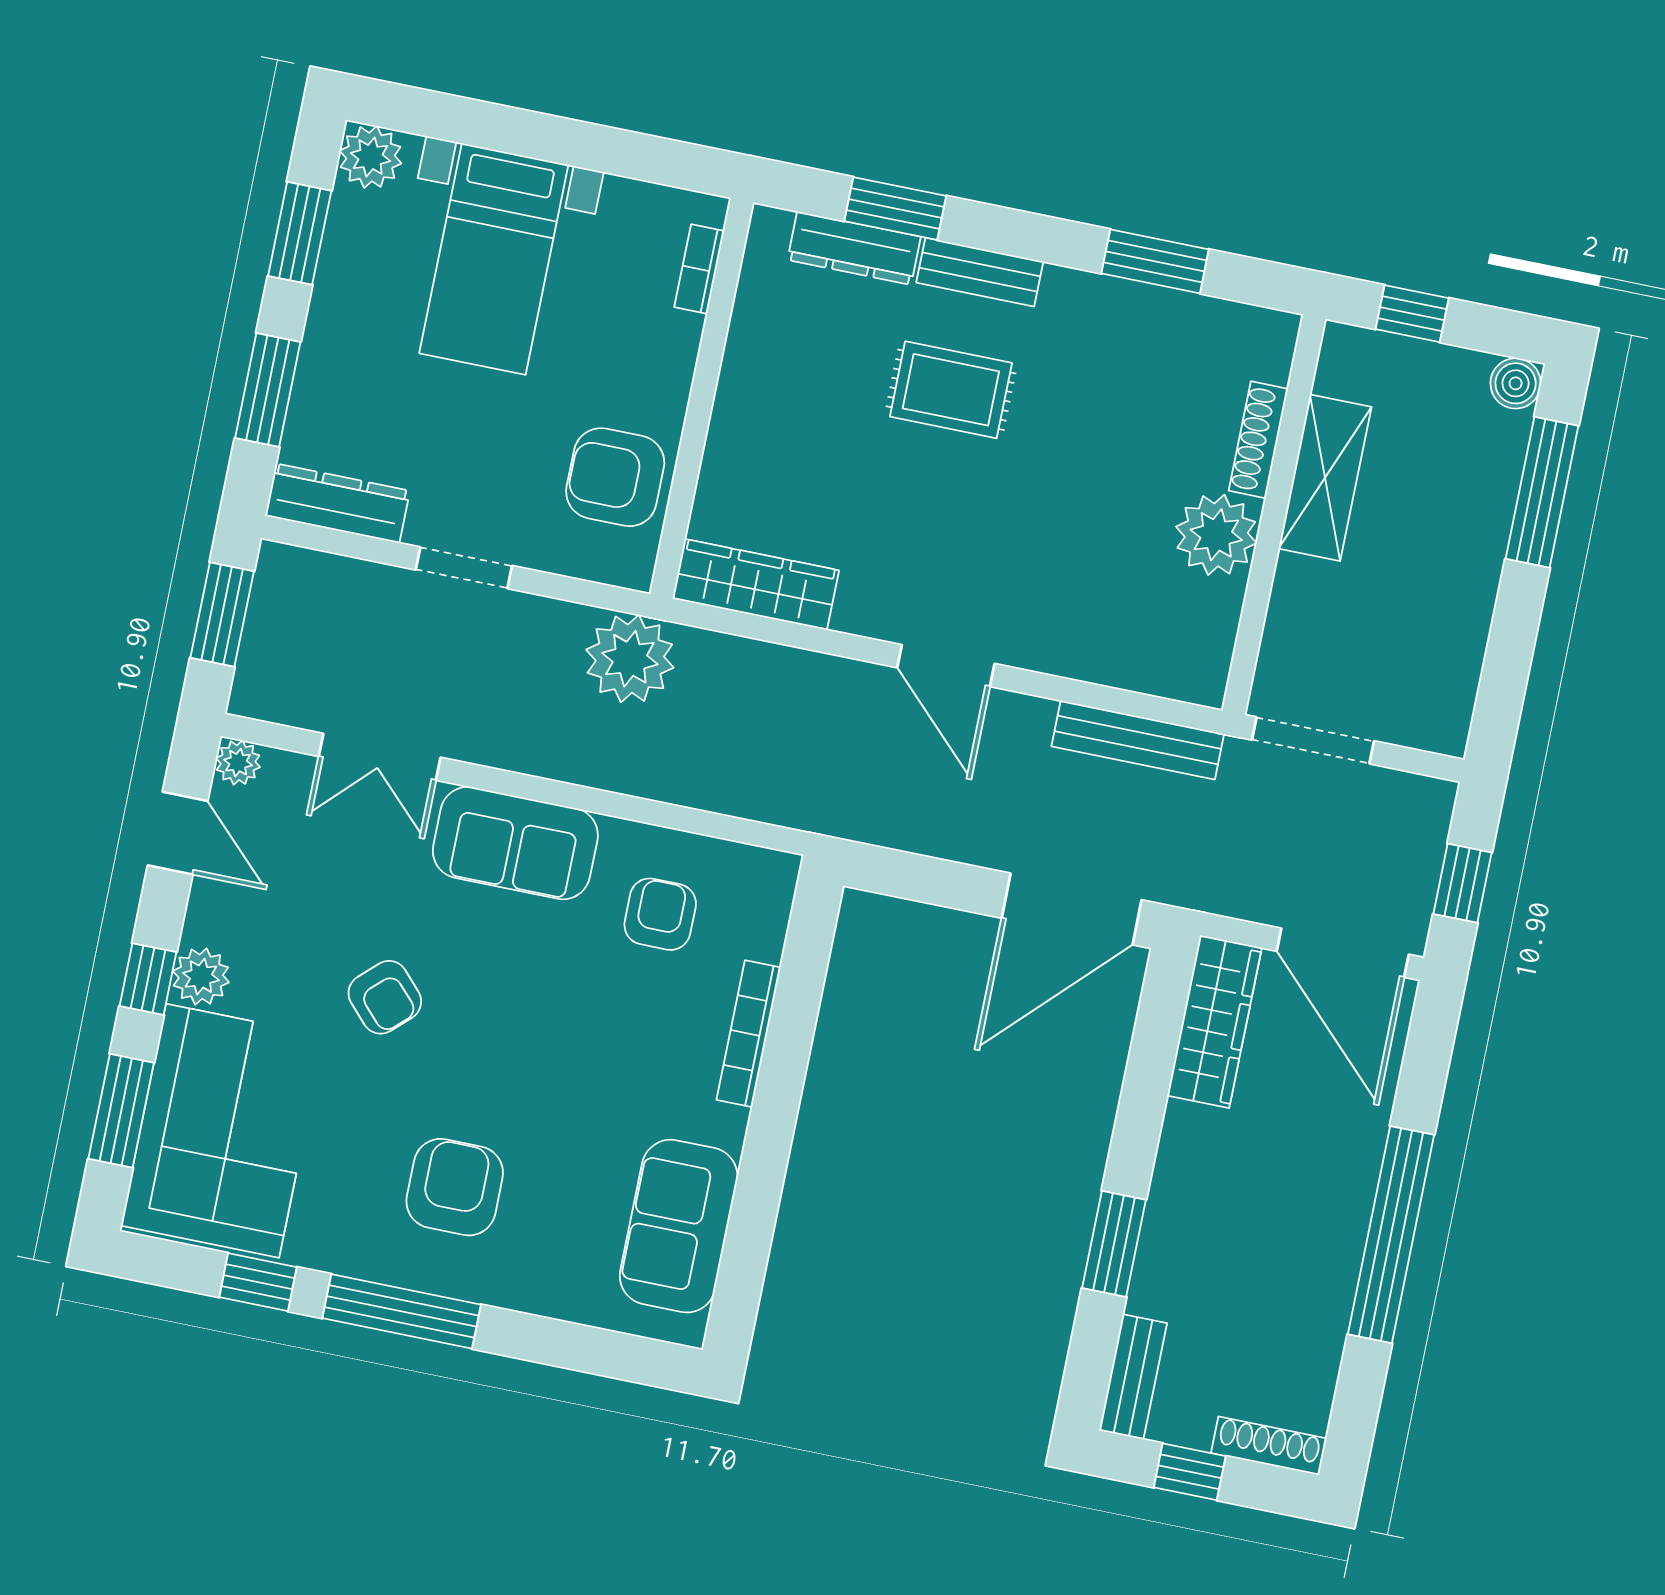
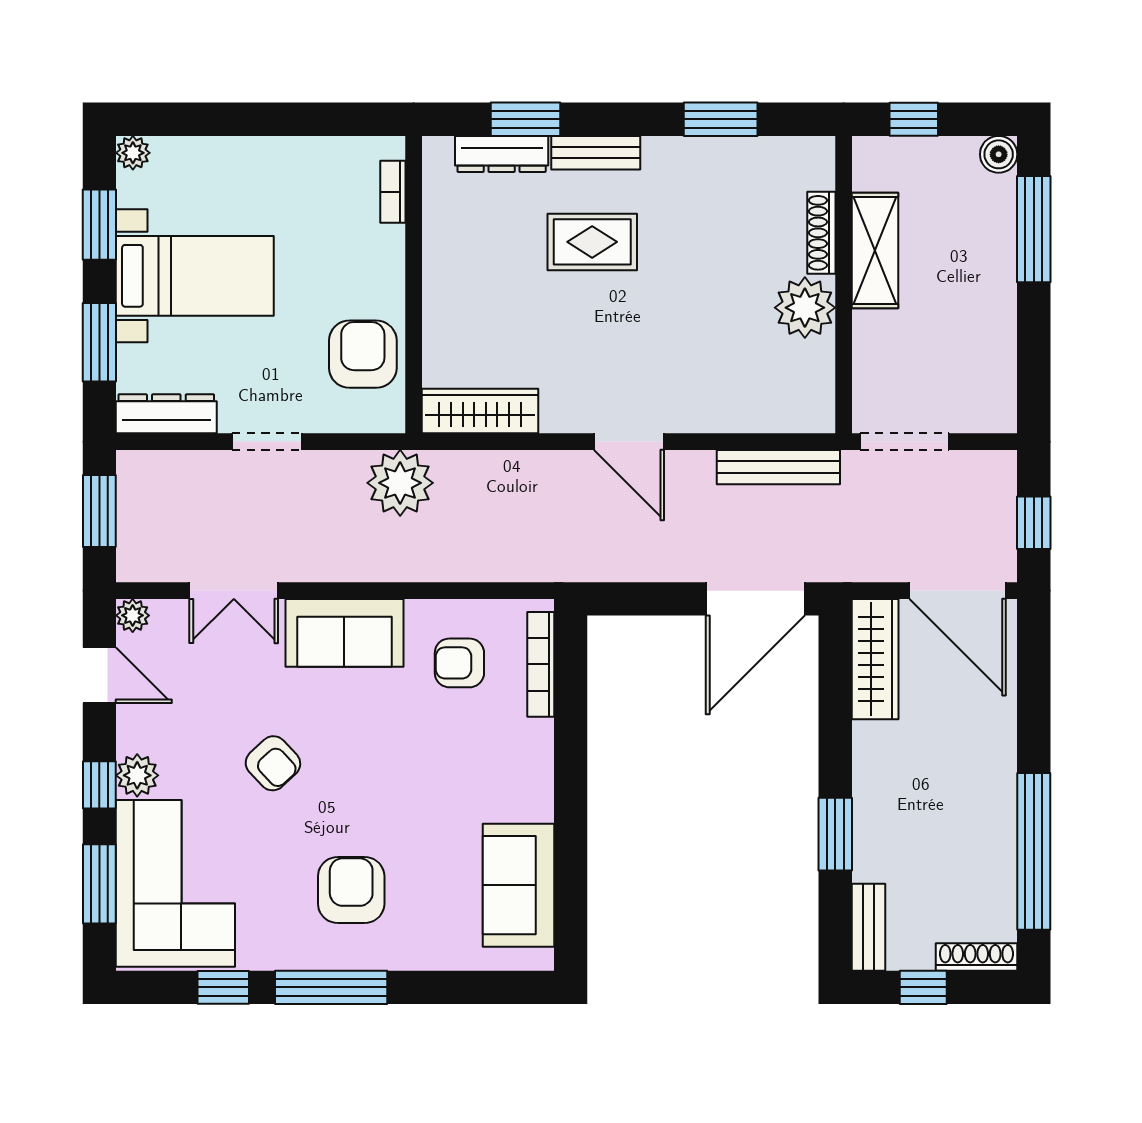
plant: (371, 157) -> (133, 153), width x0.73, depth x0.73
bed with nightstands: (494, 259) -> (195, 276), moved, turned -90
armchair: (615, 477) -> (363, 354), turned 90
armchair: (660, 914) -> (459, 663), turned -90
bookcase: (749, 1034) -> (541, 664), moved
window: (1391, 1235) -> (1034, 851), moved

